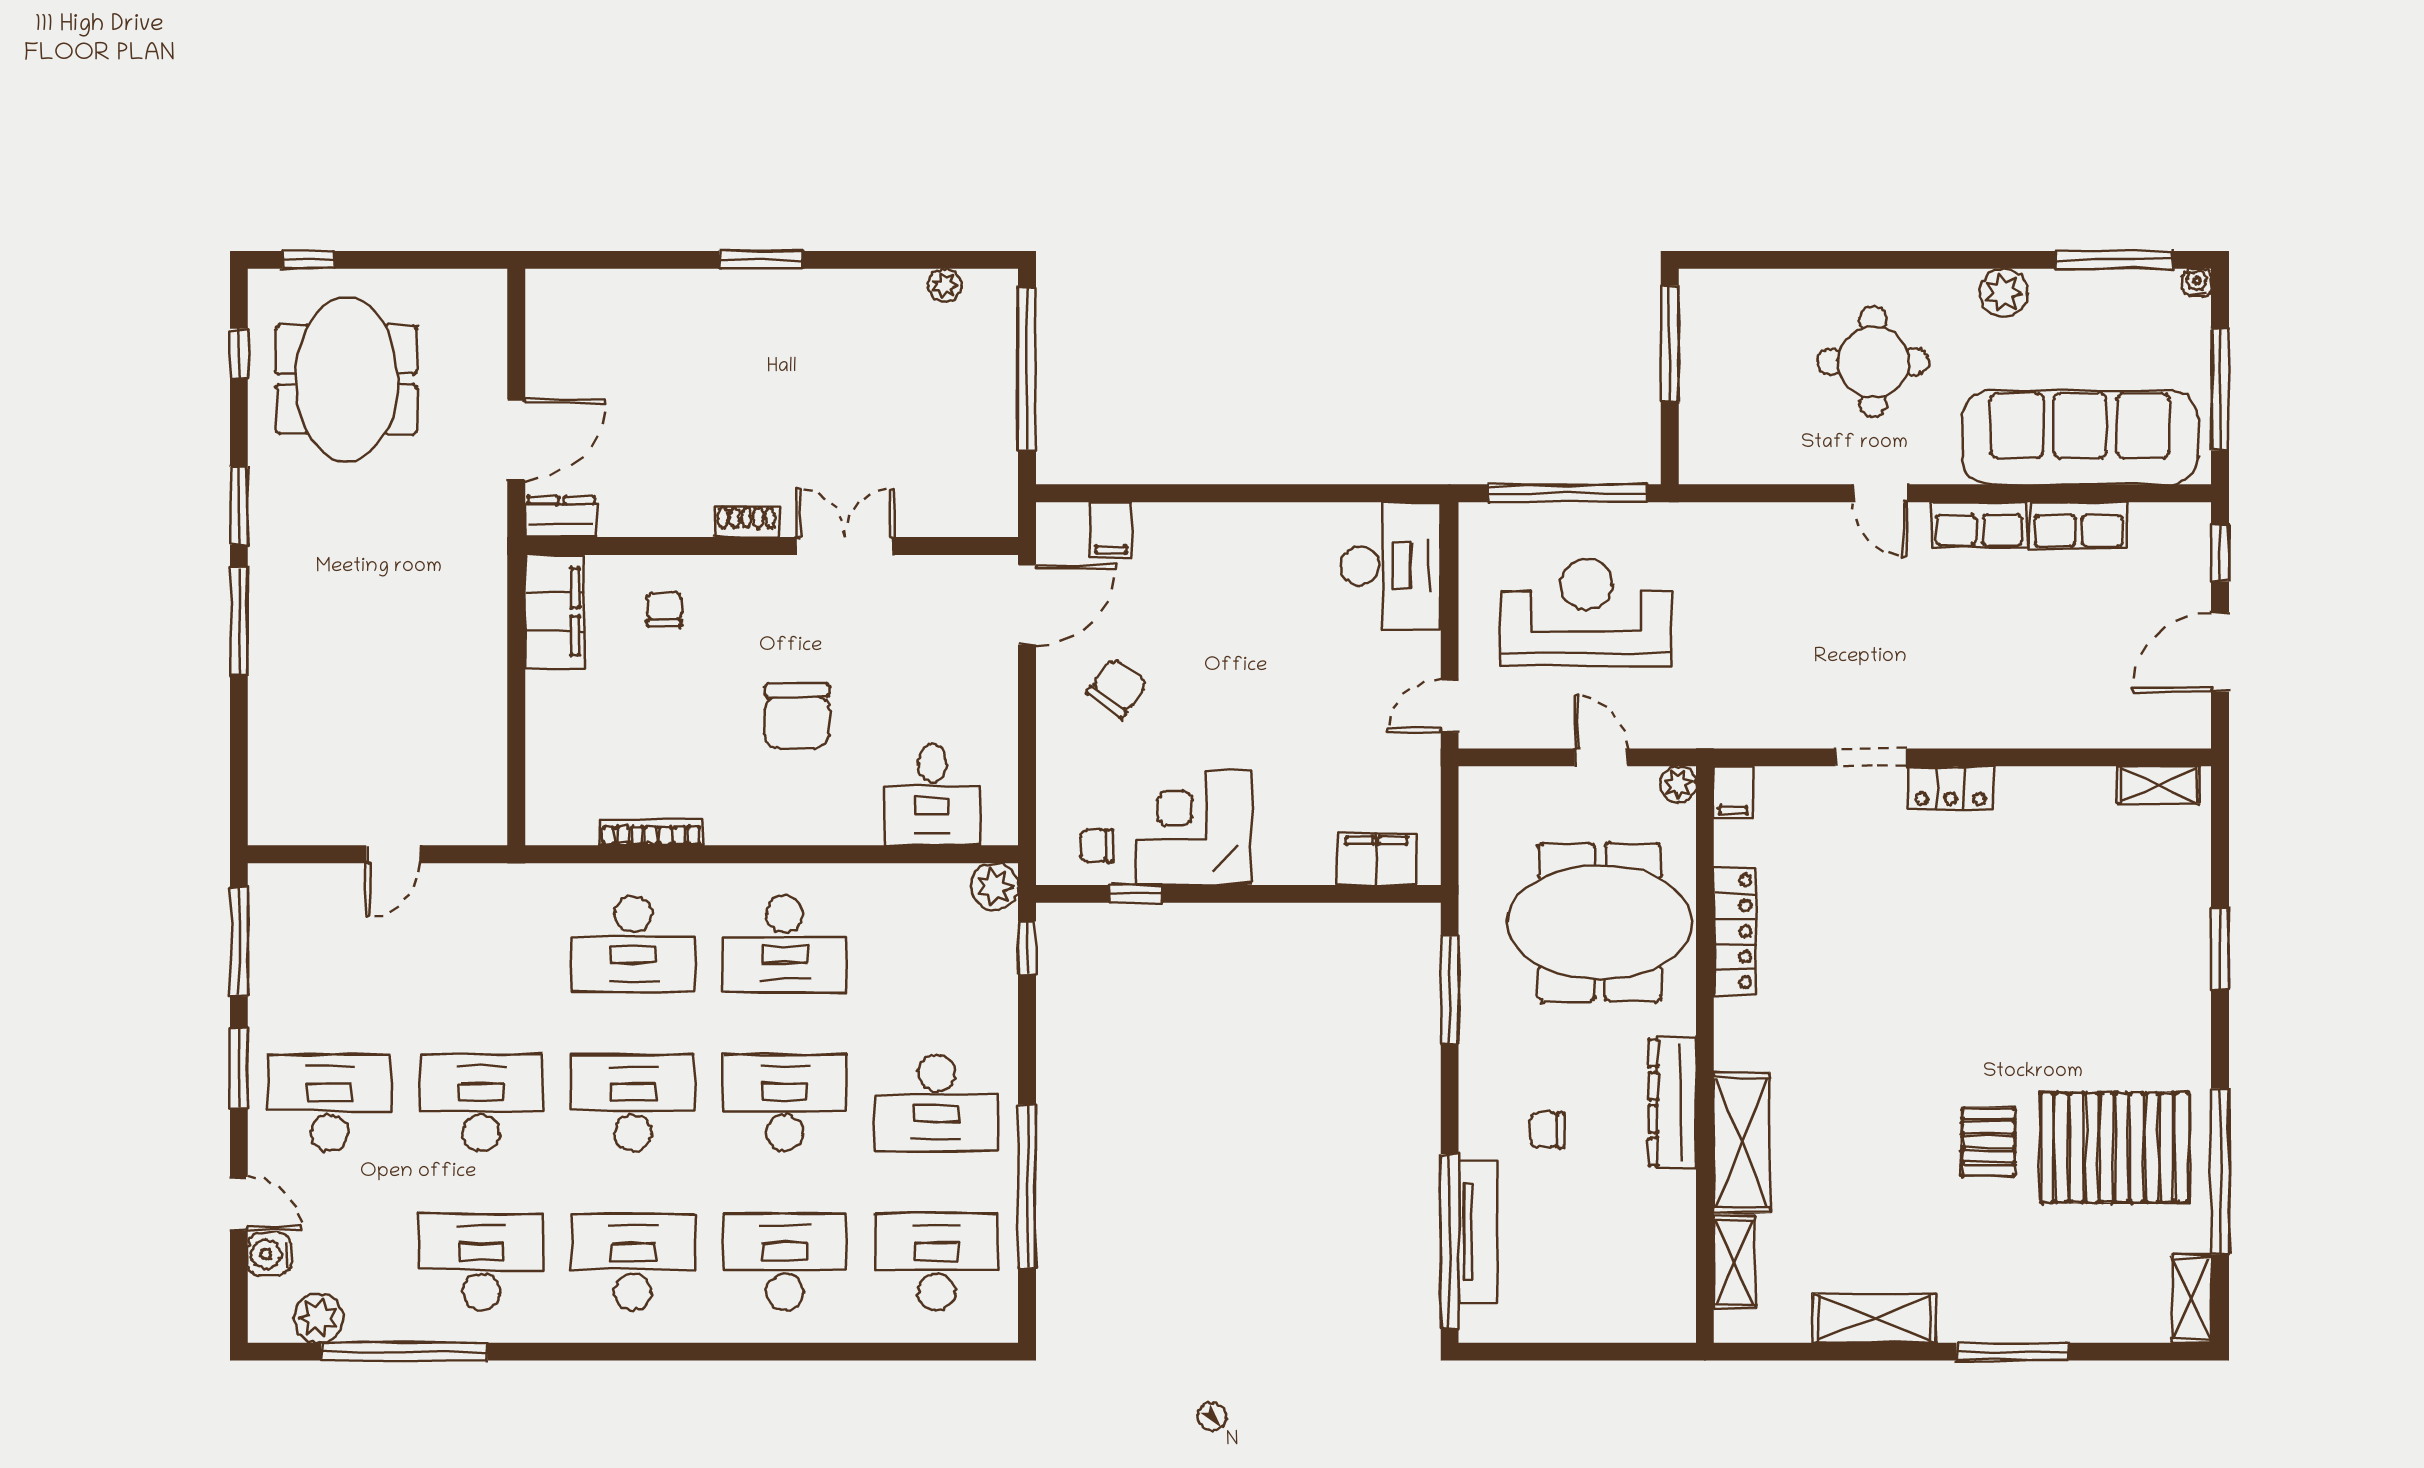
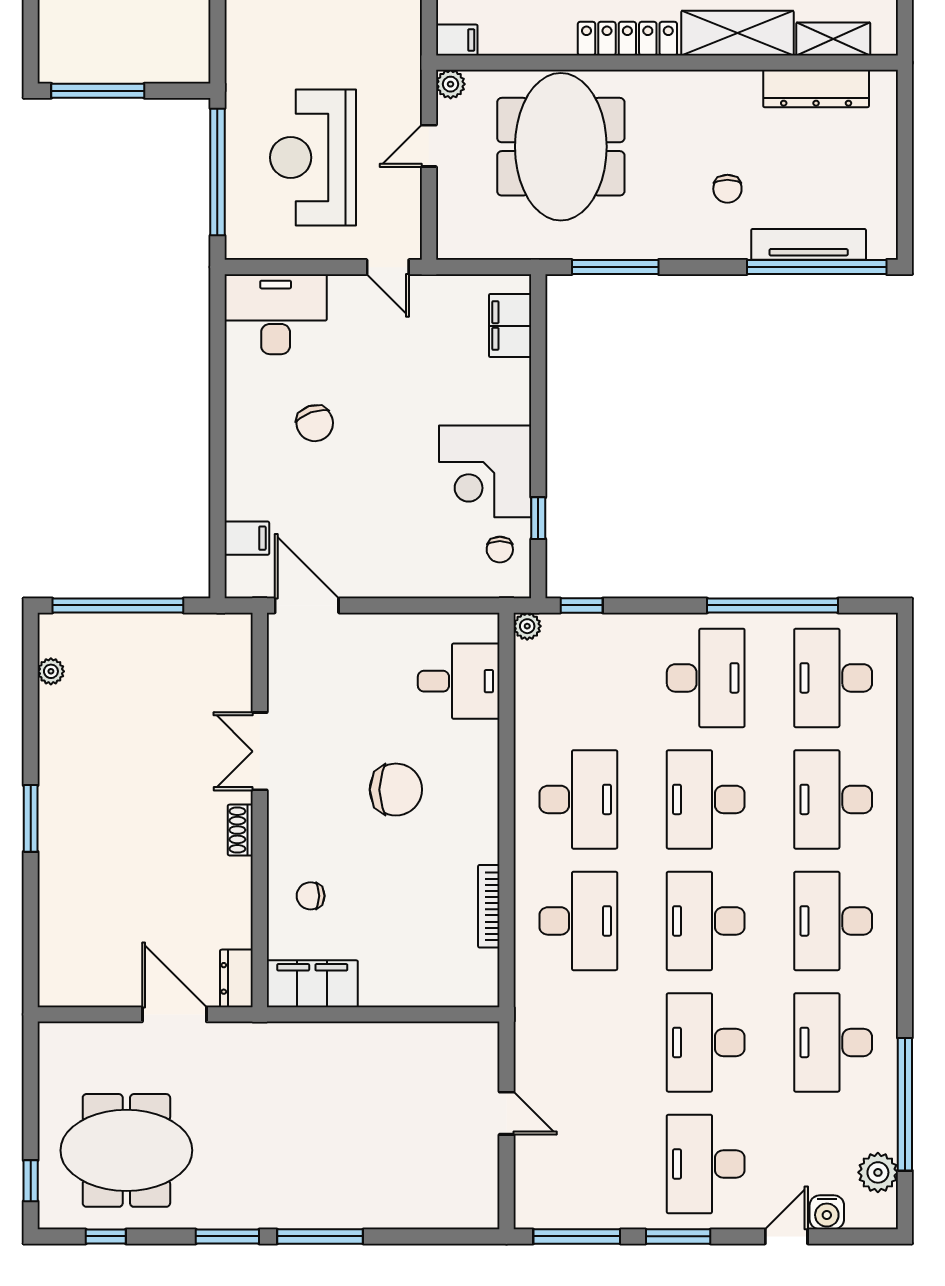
chair: (1117, 688) -> (315, 423), moved, turned -146
plant: (995, 886) -> (527, 626), width x0.73, depth x0.73
locker: (1735, 931) -> (627, 39), moved
dresser: (1673, 1103) -> (816, 88), moved

